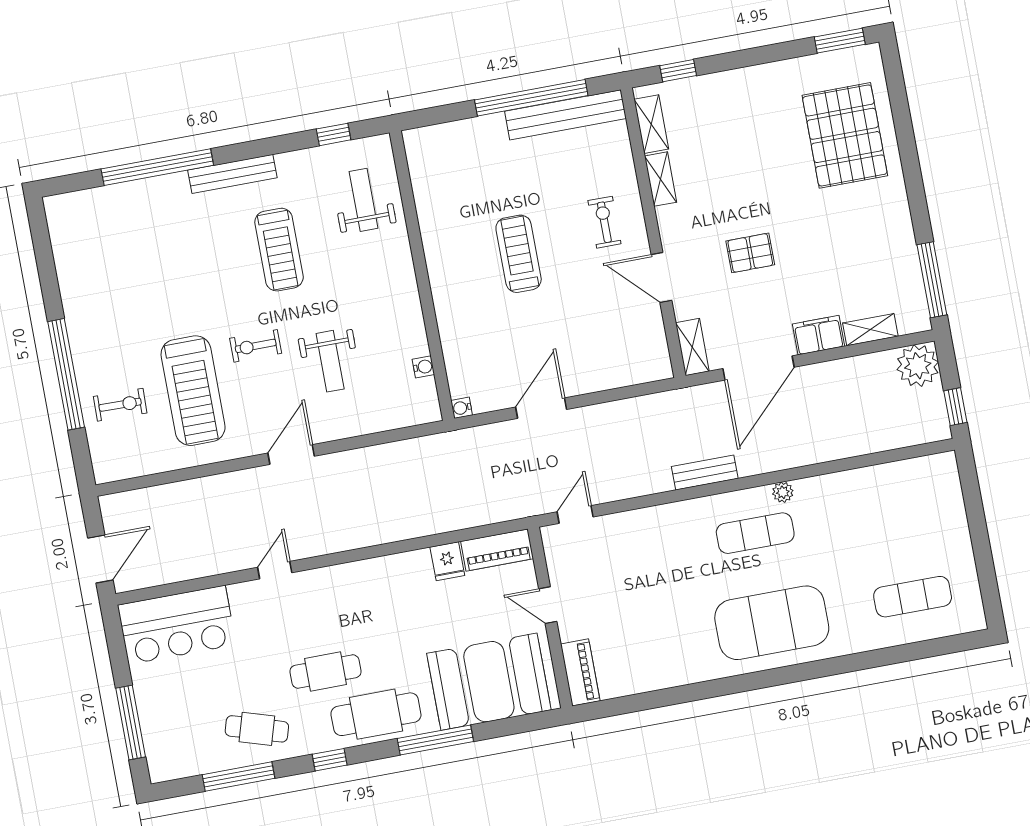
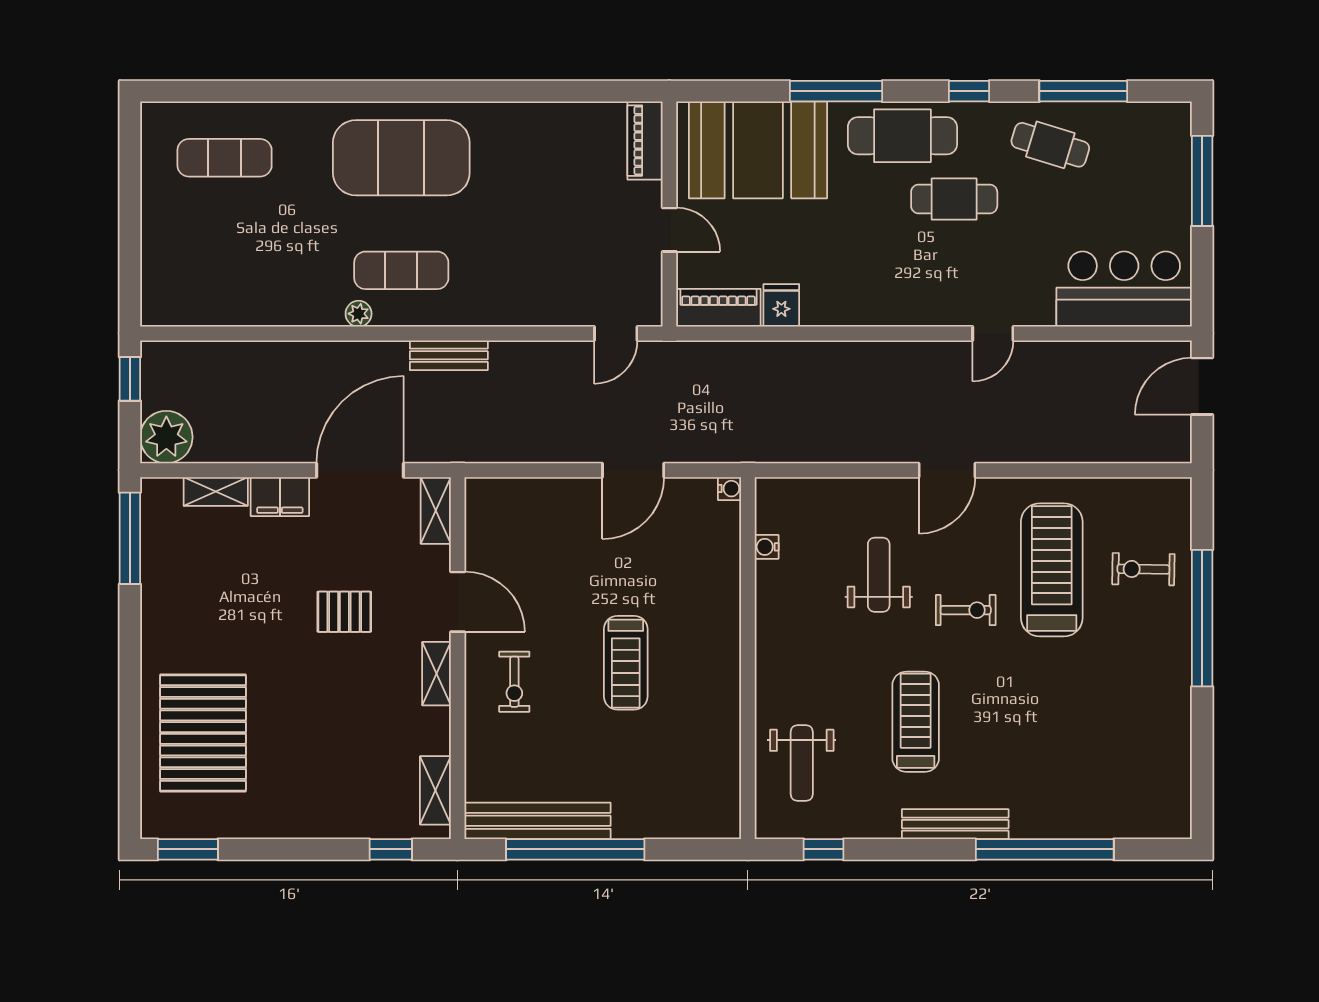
shelving: (661, 179) -> (436, 674), moved

